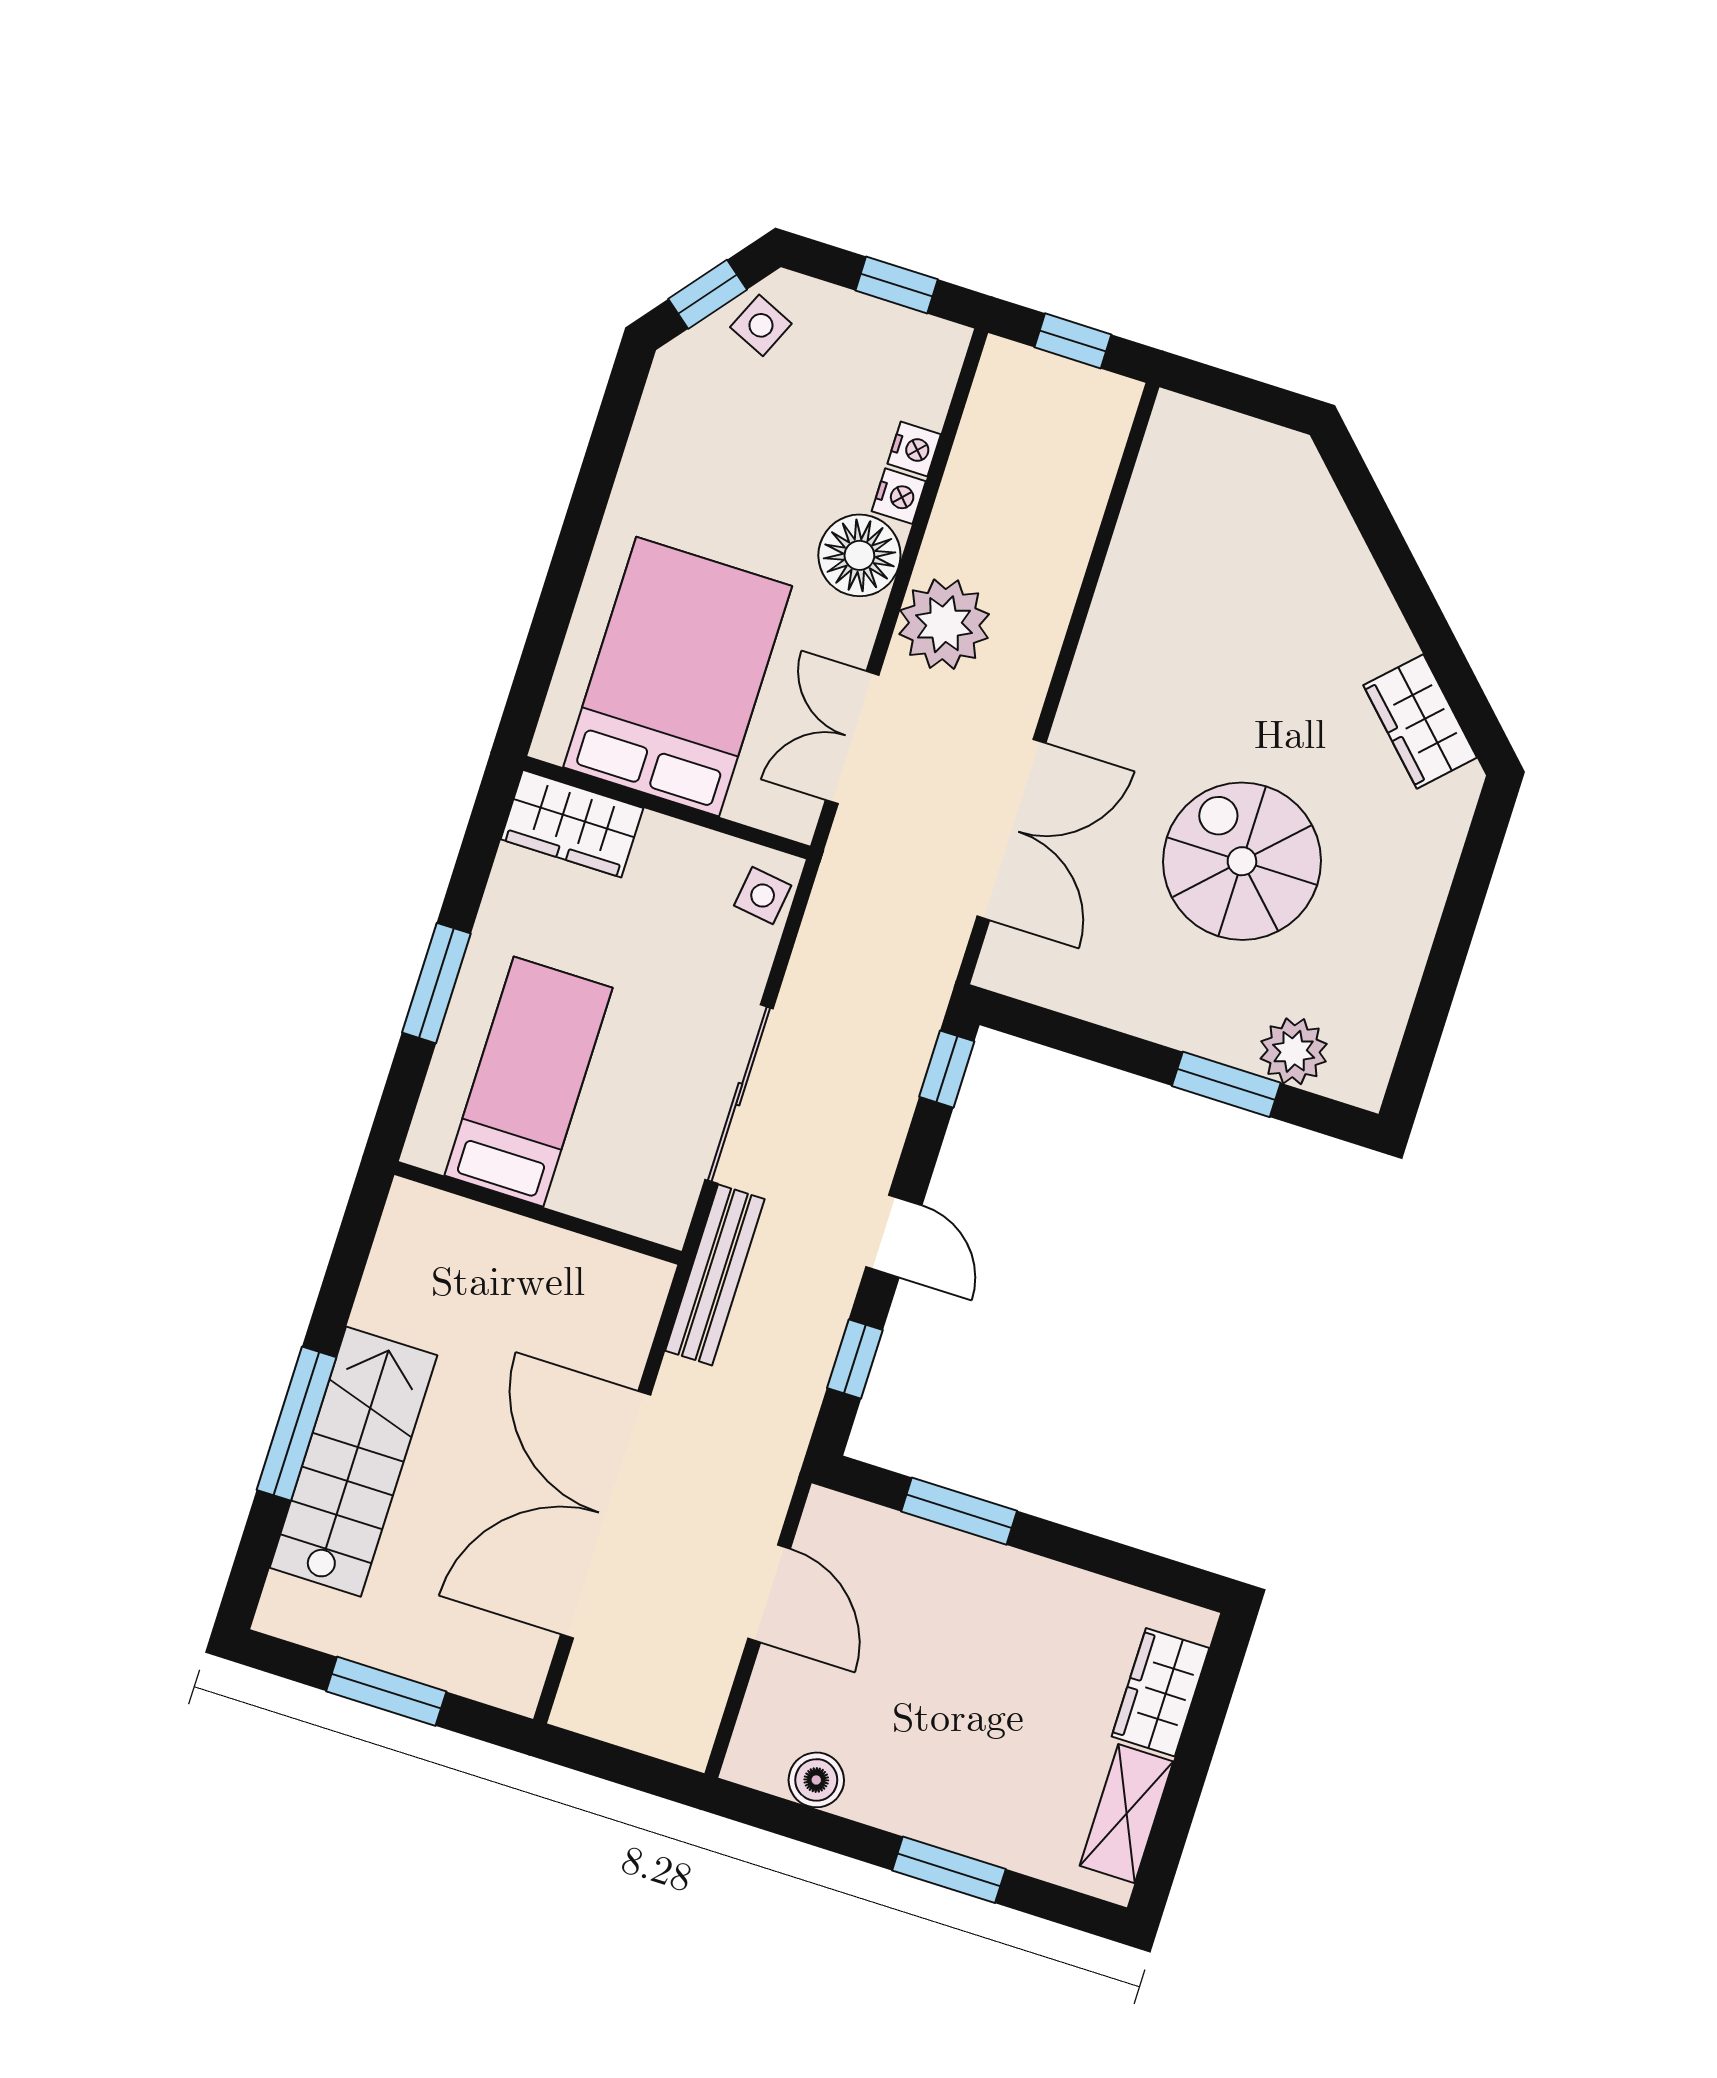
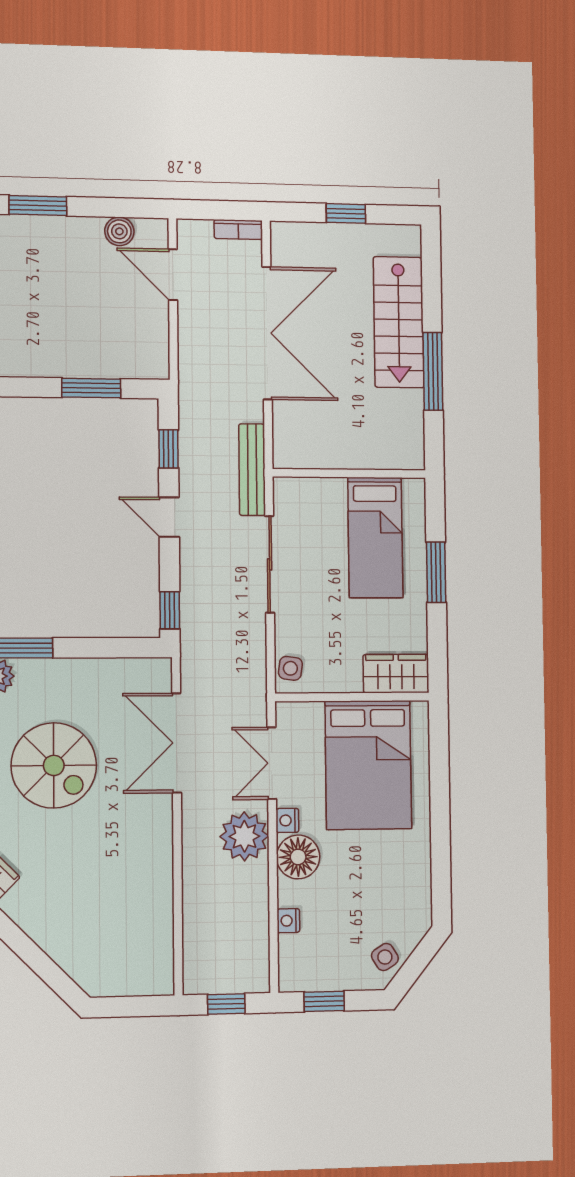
window: (708, 294) -> (416, 964), removed
side table: (761, 325) -> (385, 957), turned 35
nightstand: (899, 496) -> (287, 820), moved
double door: (852, 738) -> (272, 763), swing flipped
window: (297, 1424) -> (433, 371), moved
door: (769, 1593) -> (173, 275), moved
window: (386, 1691) -> (346, 213), width x0.67
bookcase: (597, 1720) -> (238, 230), added

